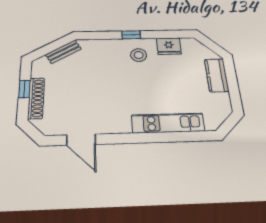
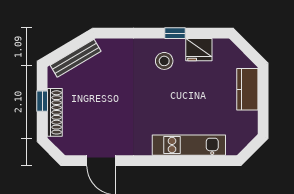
window: (131, 35) -> (175, 33), moved
bench: (63, 52) -> (76, 58), width x1.36

